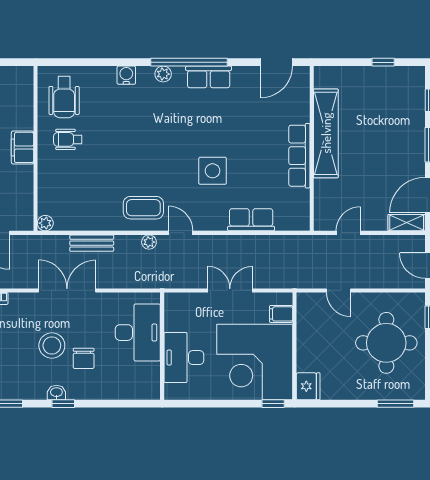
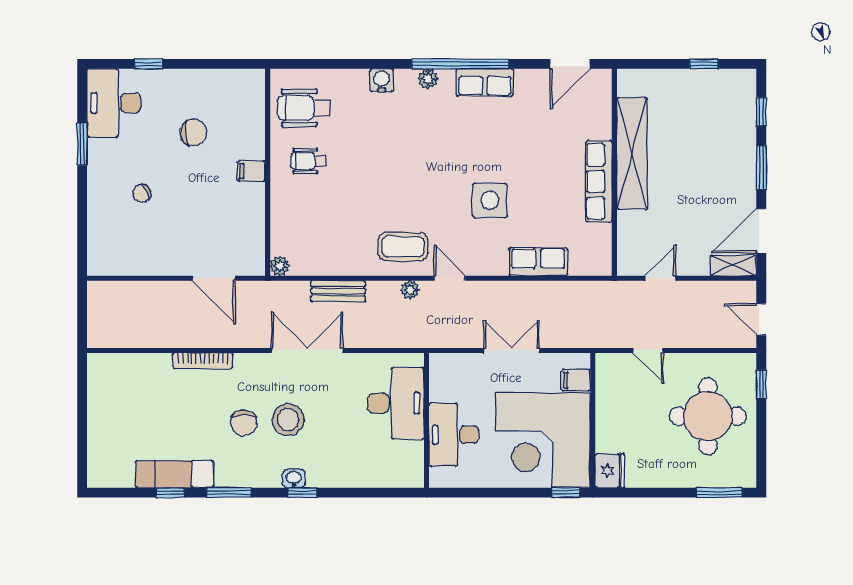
wheelchair: (64, 97) -> (303, 108), turned 90
filing cabinet: (23, 147) -> (251, 171), width x0.50
chair: (84, 358) -> (244, 423), moved

